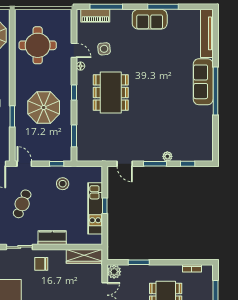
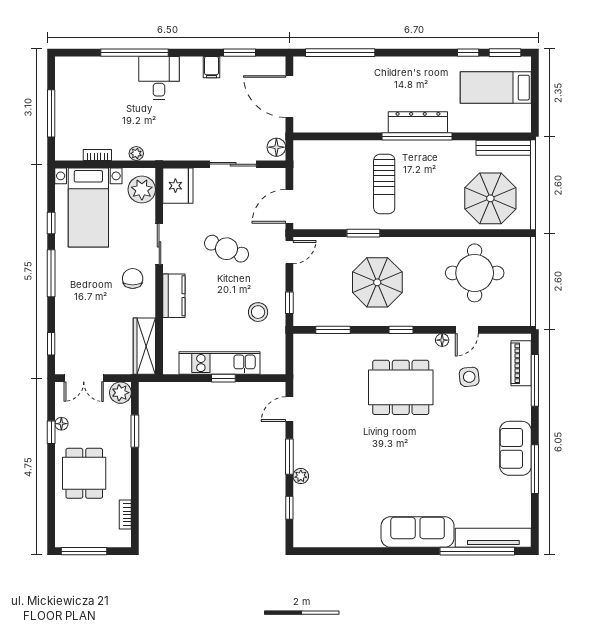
window: (215, 91) -> (477, 551), moved

